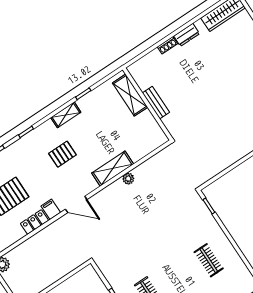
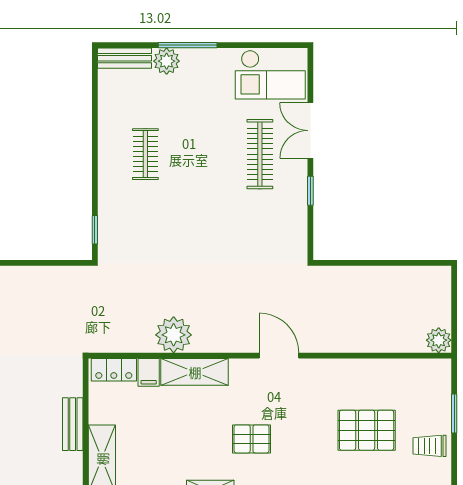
plant: (128, 179) -> (174, 335), width x1.88, depth x1.88
filing cabinet: (51, 209) -> (149, 372), moved
locker: (34, 222) -> (114, 370), moved

